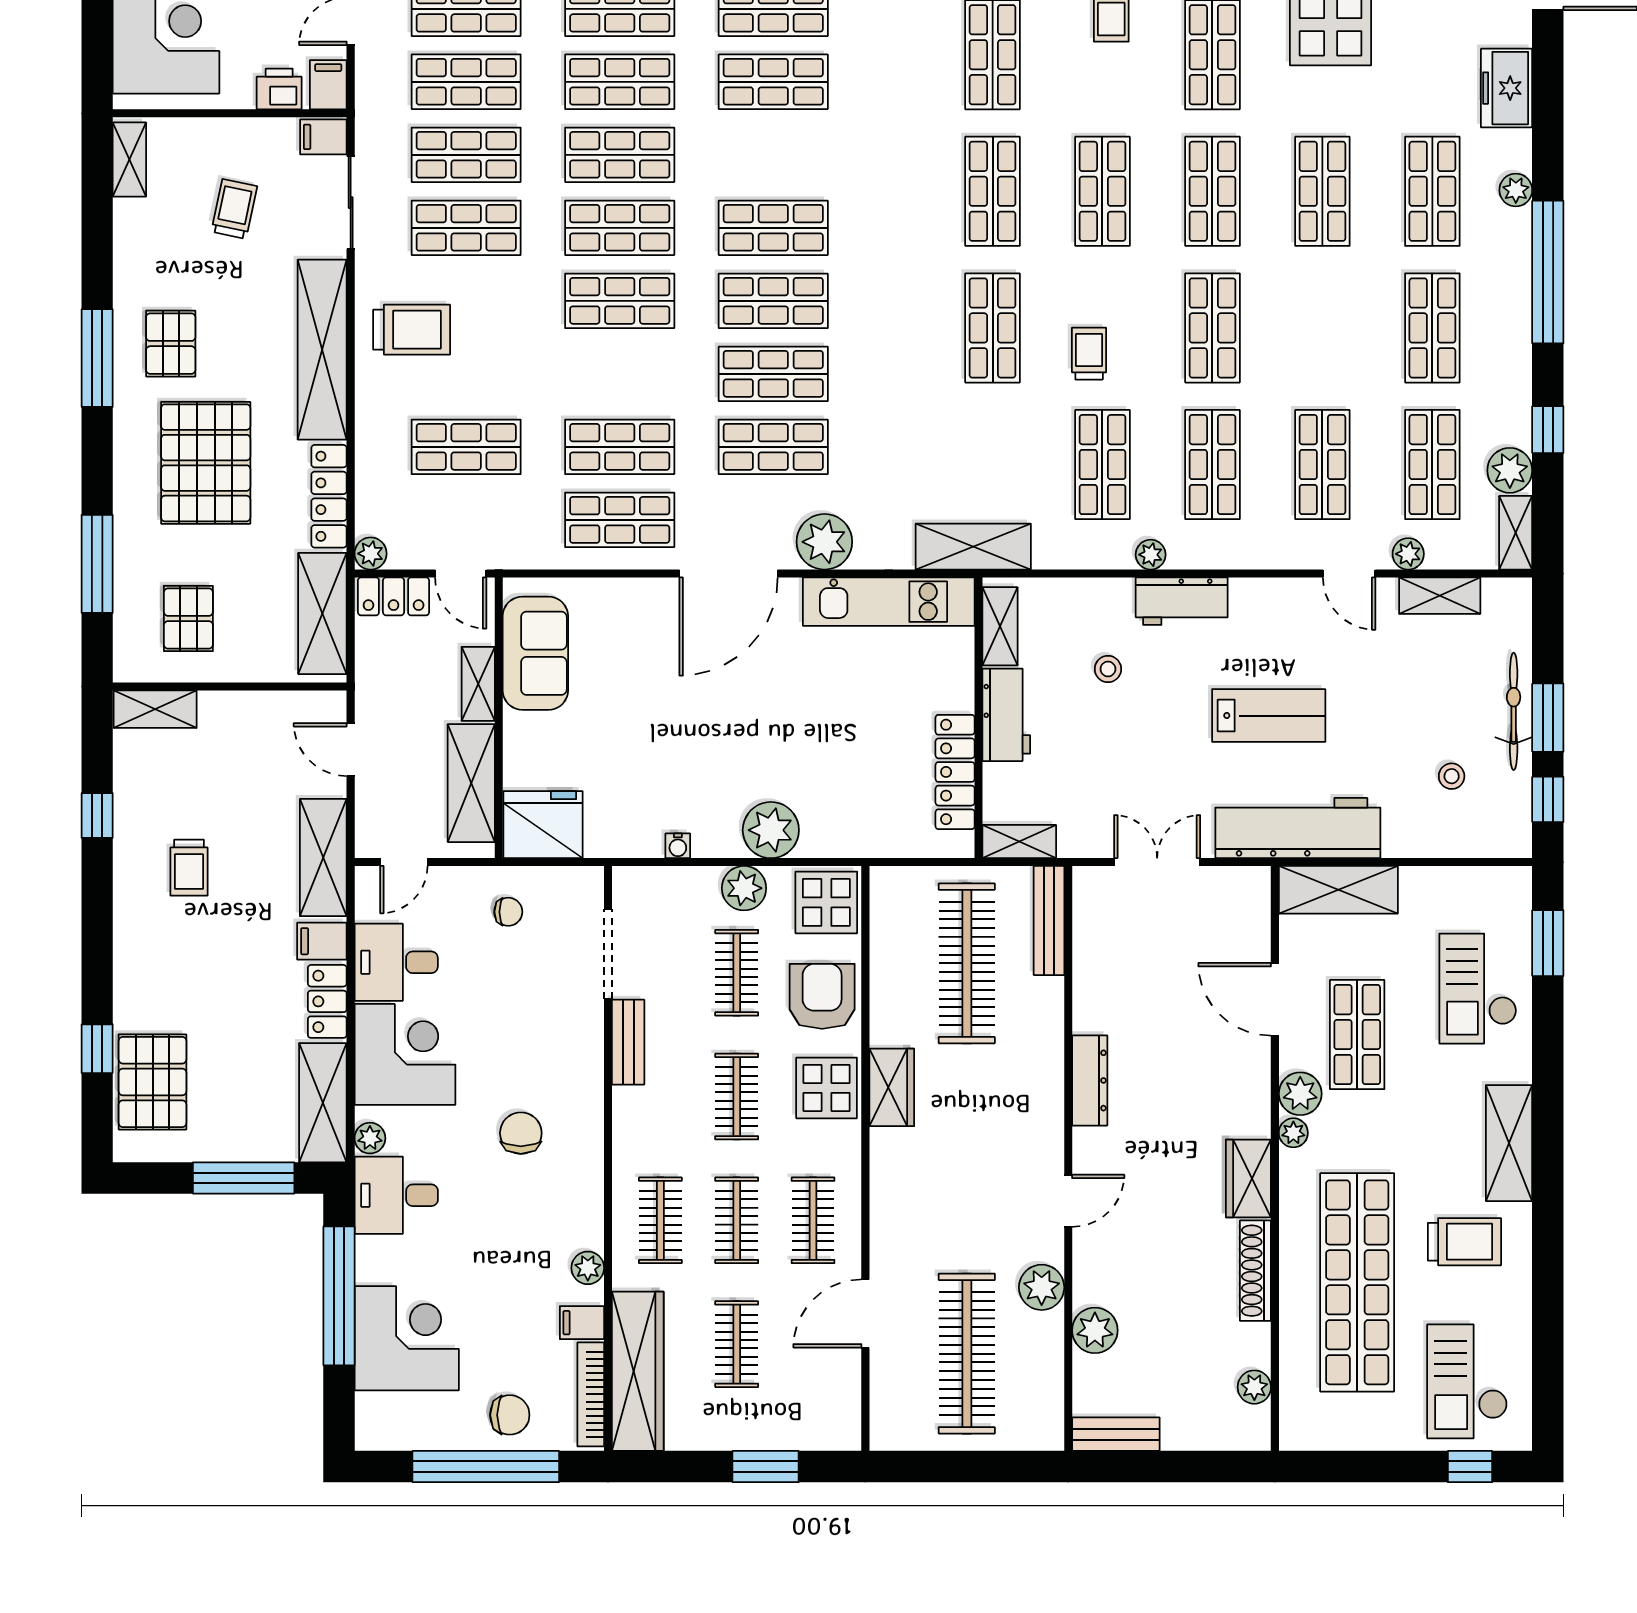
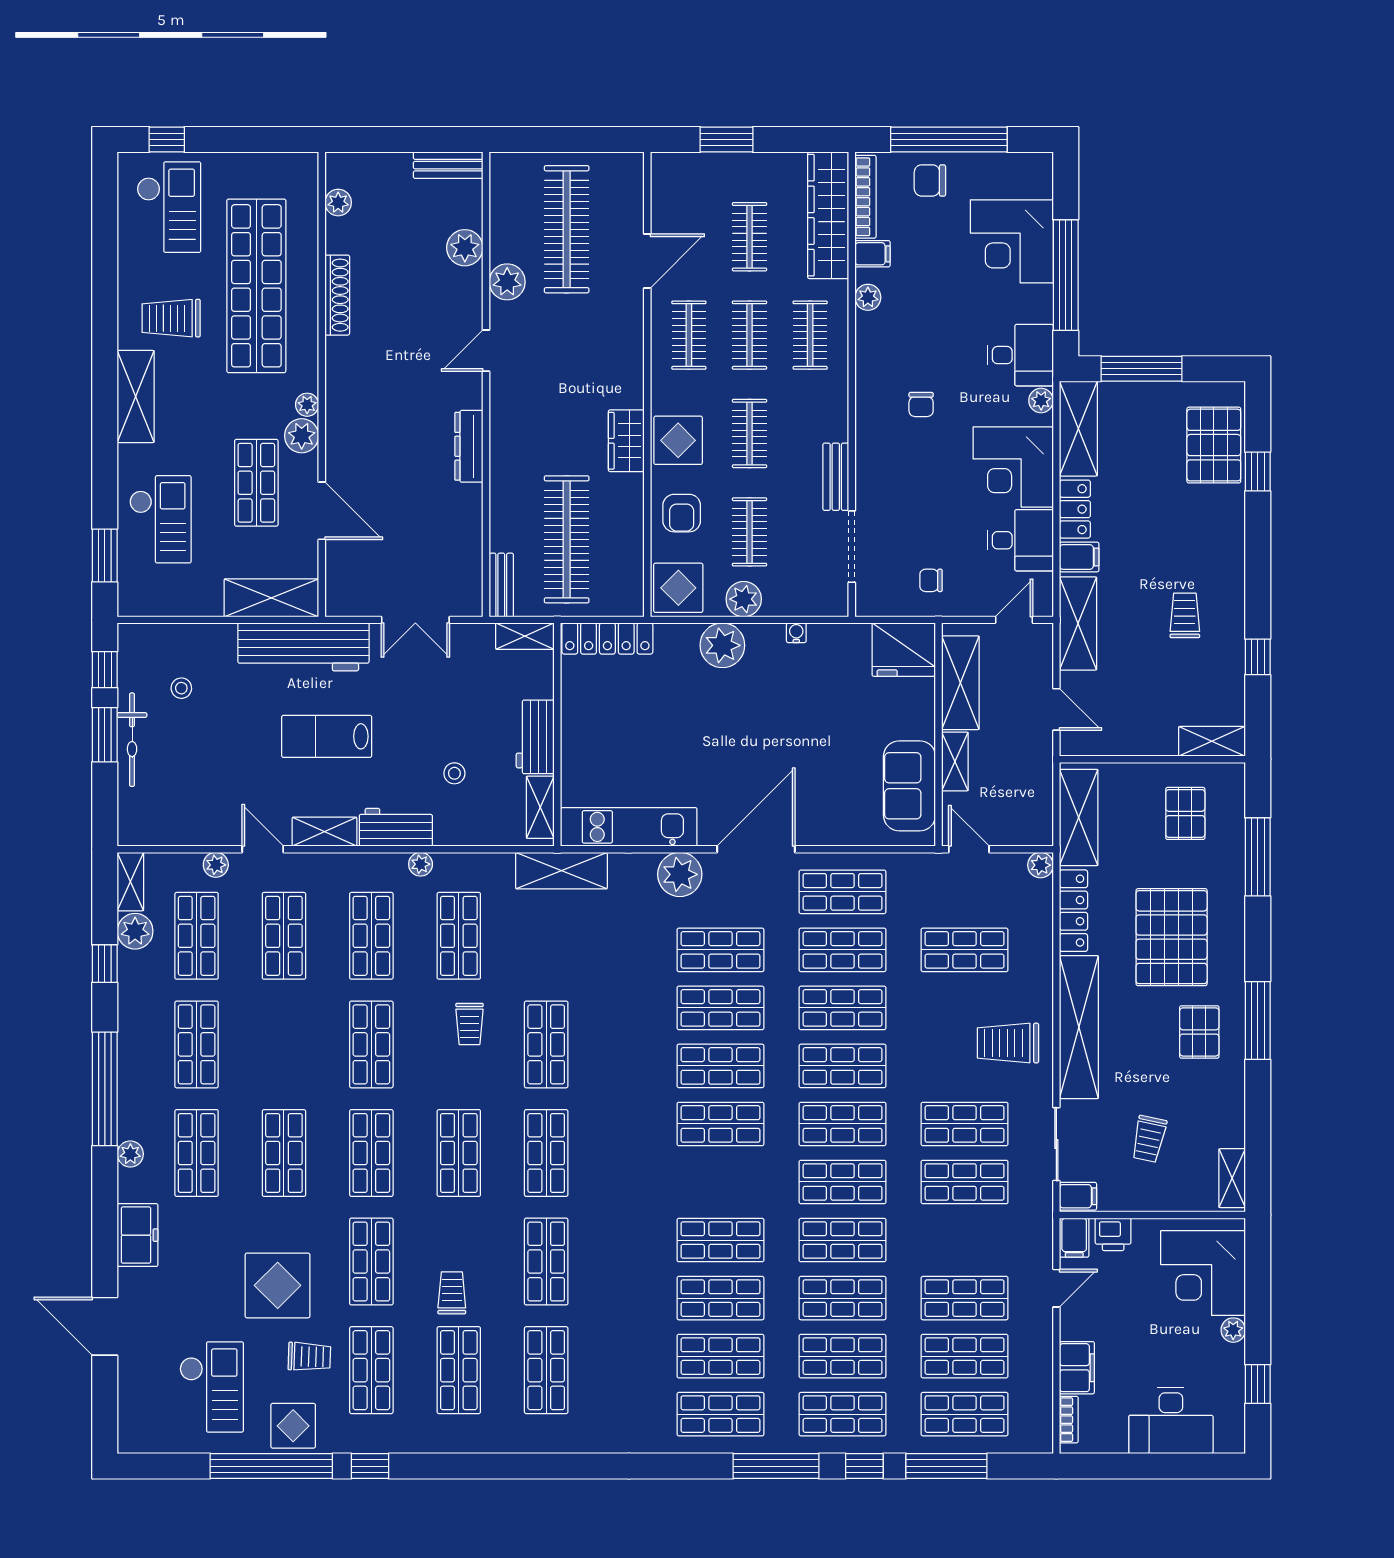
shop shelf: (466, 82) -> (842, 1008), moved
locker: (394, 596) -> (1022, 831), removed
shelving: (1440, 596) -> (325, 832), moved
locker: (955, 772) -> (607, 638), moved, turned 90
bench: (1049, 921) -> (501, 585), width x0.73
armchair: (822, 996) -> (682, 513), width x0.72, depth x0.72
chair: (521, 1133) -> (921, 404), width x0.73, depth x0.73
wardrobe: (1248, 1178) -> (343, 368), removed

